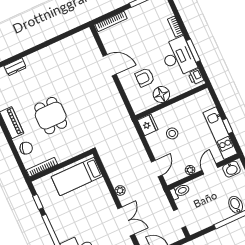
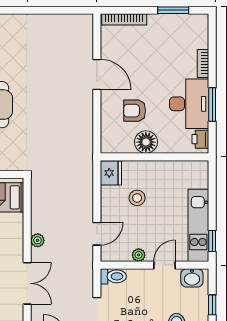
window: (228, 126) -> (212, 241), moved

